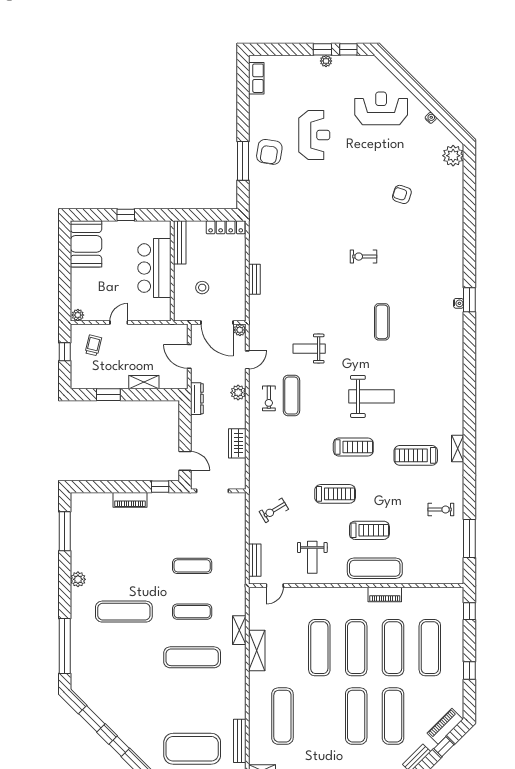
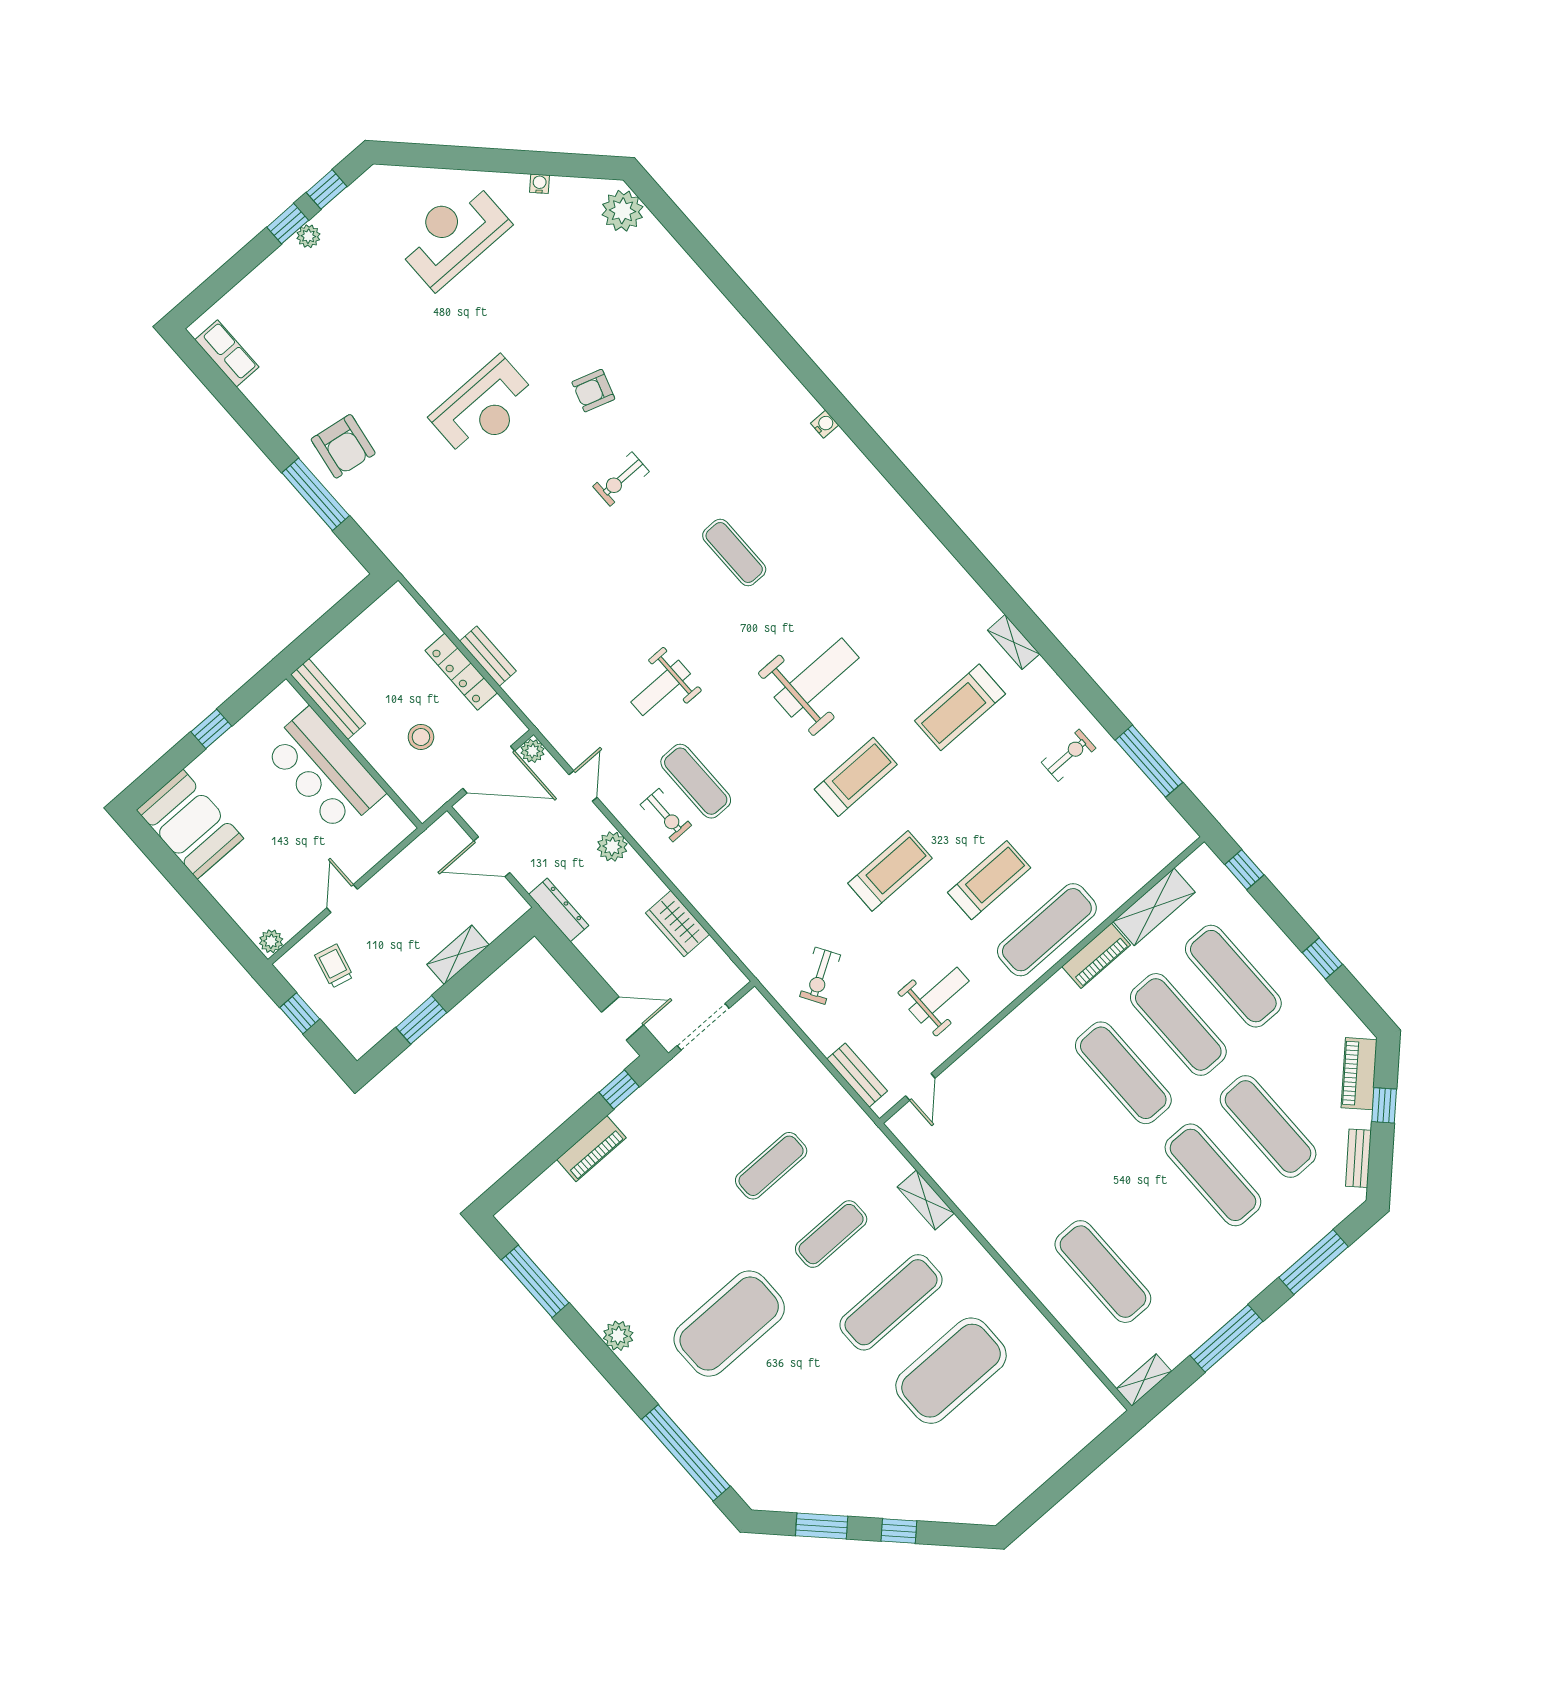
reception desk: (314, 135) -> (484, 408), moved, turned 90
armchair: (402, 194) -> (593, 391), moved
locker: (226, 227) -> (461, 672), moved, turned 90
window: (469, 300) -> (836, 405), removed
weight bench: (312, 557) -> (939, 995), turned -90
exercise mat: (124, 612) -> (729, 1324), width x1.47
exercise mat: (319, 648) -> (1068, 1121), removed
shelving: (257, 650) -> (1154, 907), moved, turned 90
bench: (240, 741) -> (1072, 1365), removed
exercise mat: (192, 749) -> (951, 1371), moved

